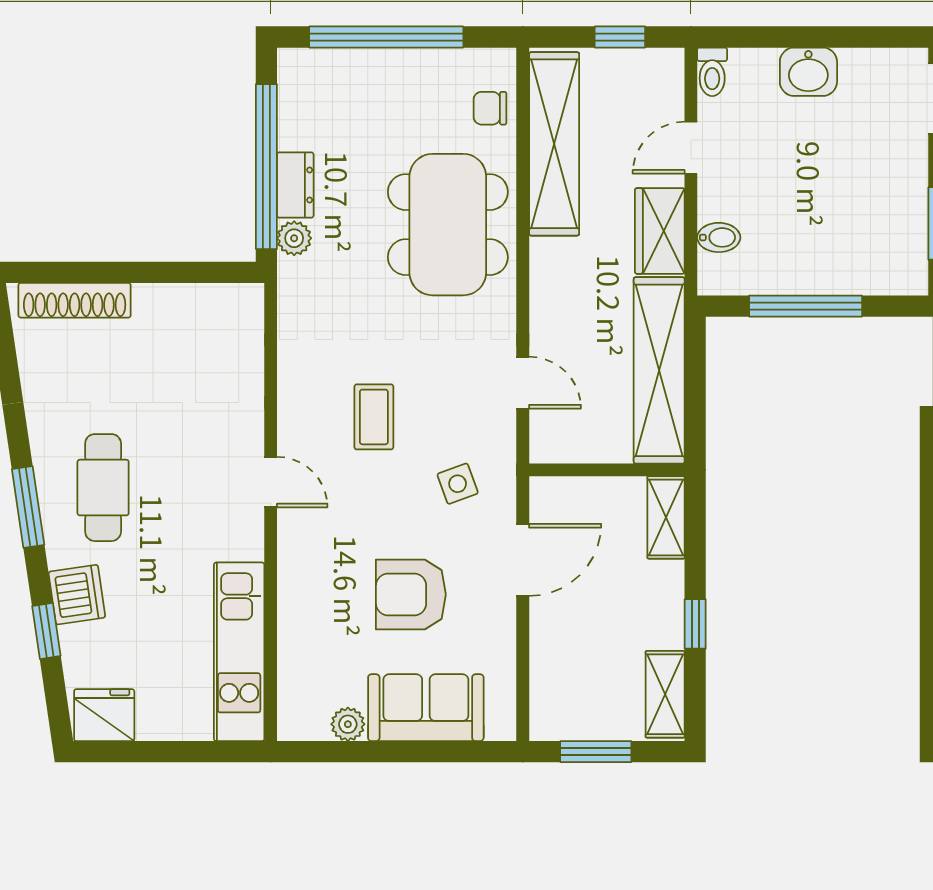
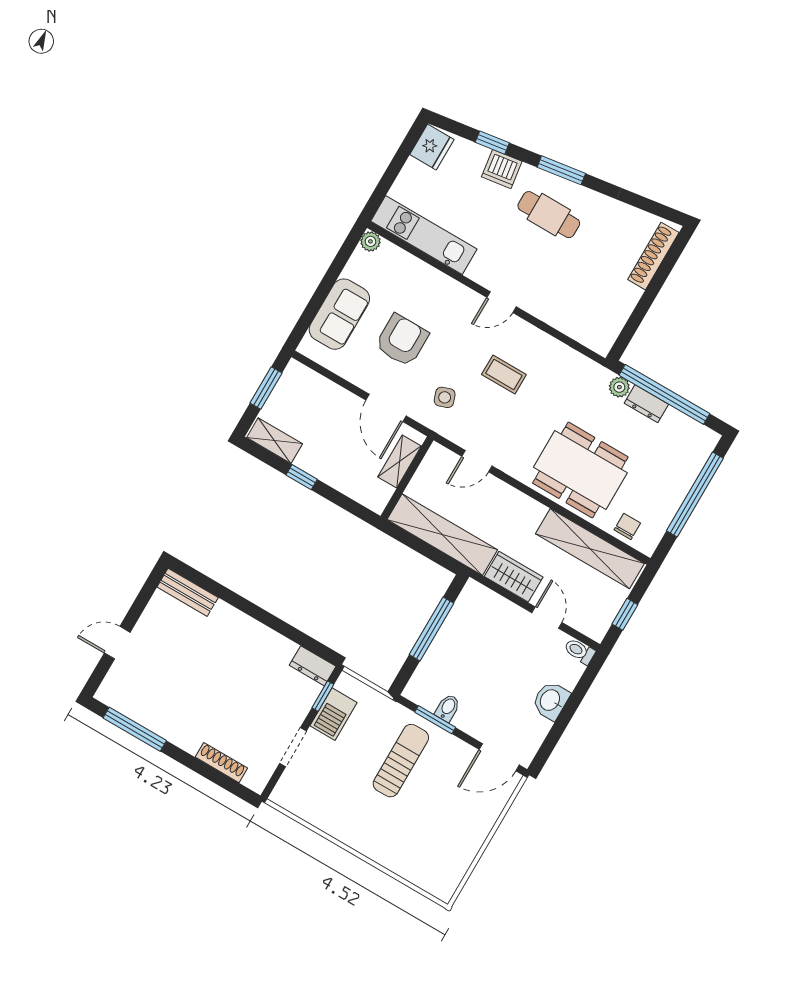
bidet: (719, 237) -> (447, 708), moved, turned 180
shelving: (666, 517) -> (400, 461), moved, turned 90
plant: (348, 724) -> (370, 241), moved

